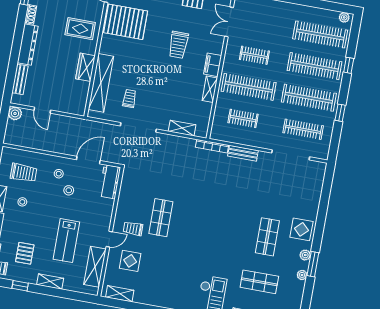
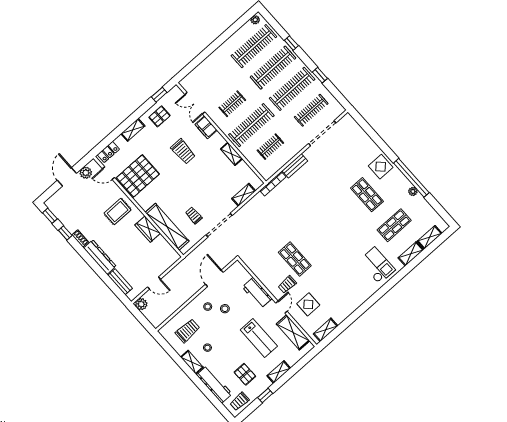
filing cabinet: (213, 65) -> (206, 127), moved
workbench: (110, 182) -> (257, 293), moved
plant: (305, 255) -> (401, 178), removed
window: (313, 264) -> (411, 178), width x2.11

